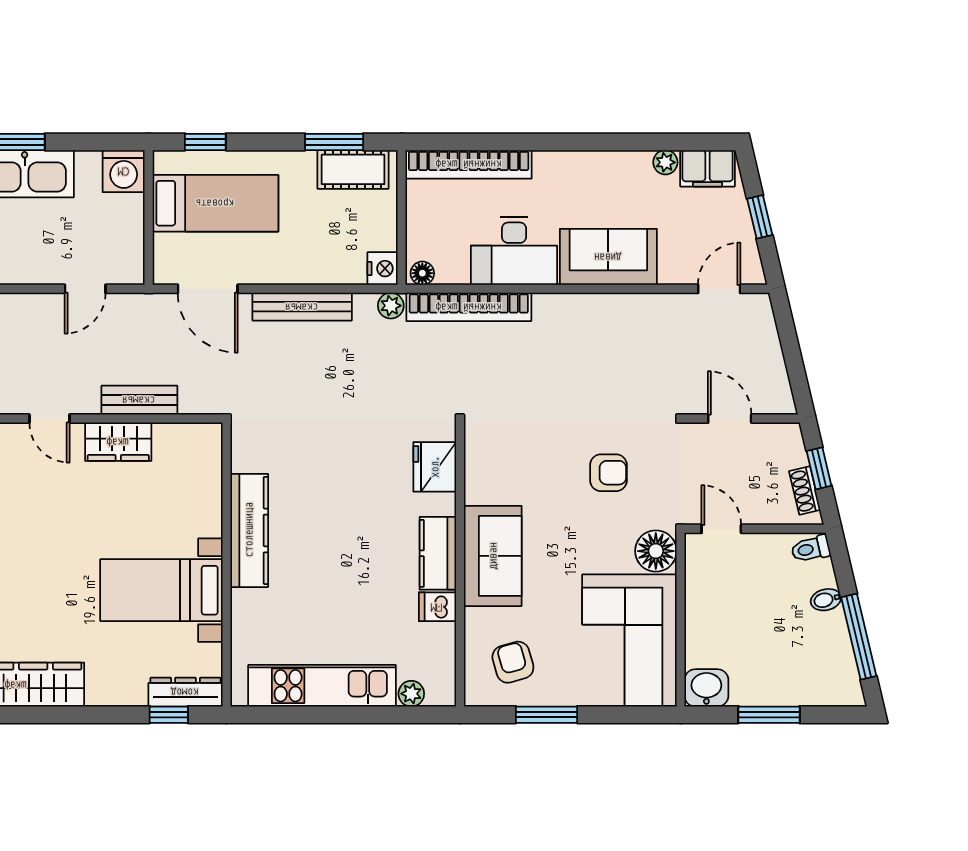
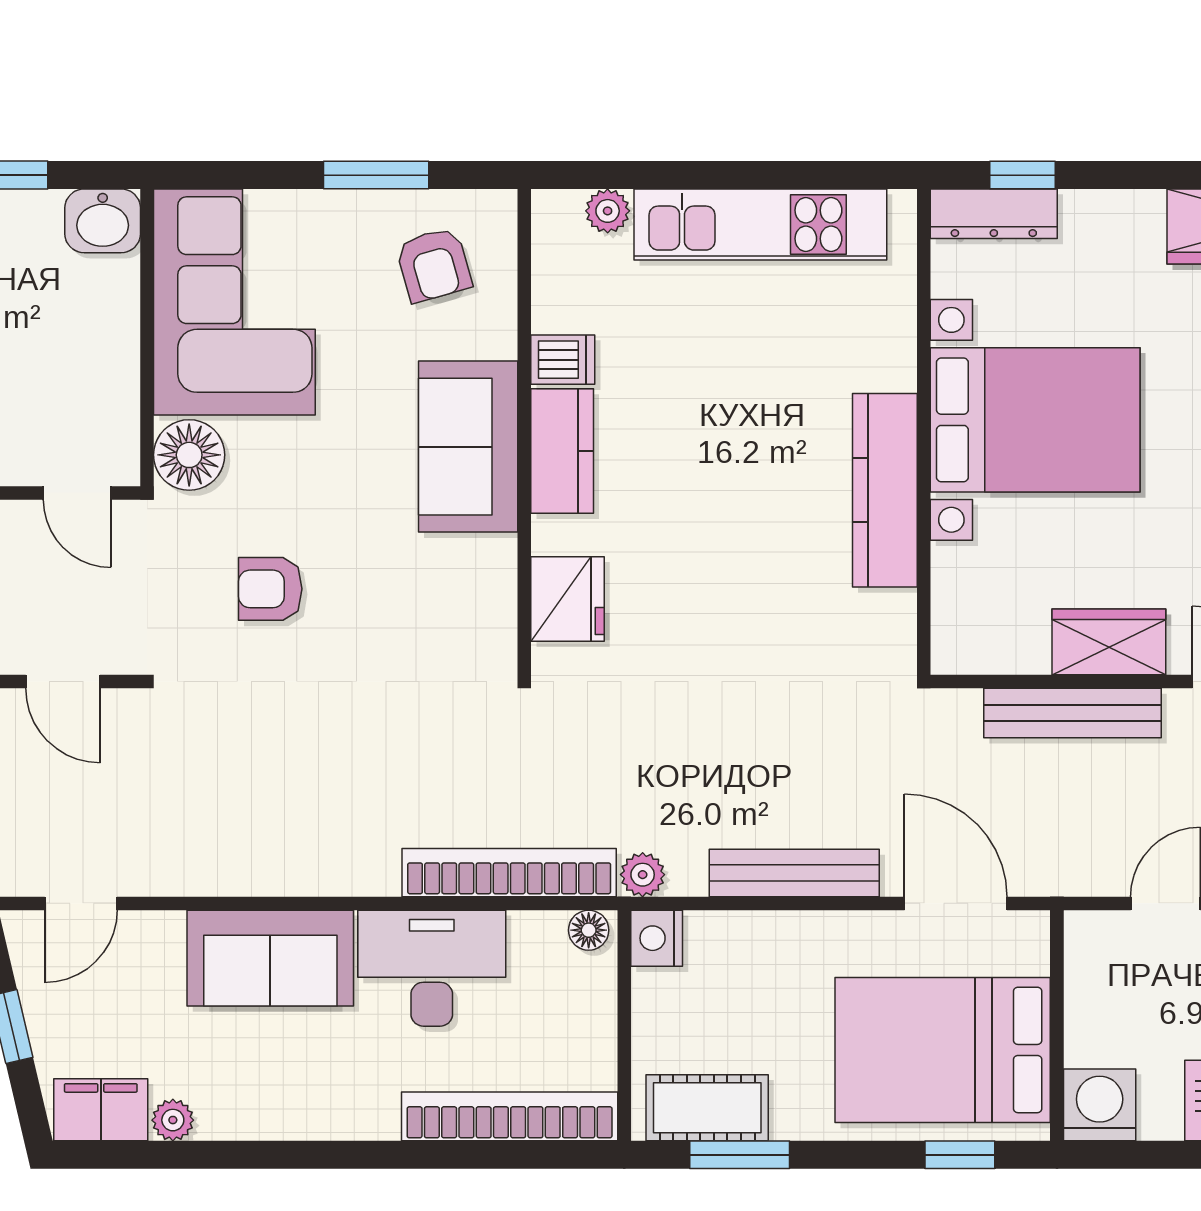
bed: (215, 203) -> (943, 1050), width x1.50
bench: (139, 400) -> (1073, 713), width x1.36
bed with nightstands: (161, 590) -> (1035, 420), width x1.36

